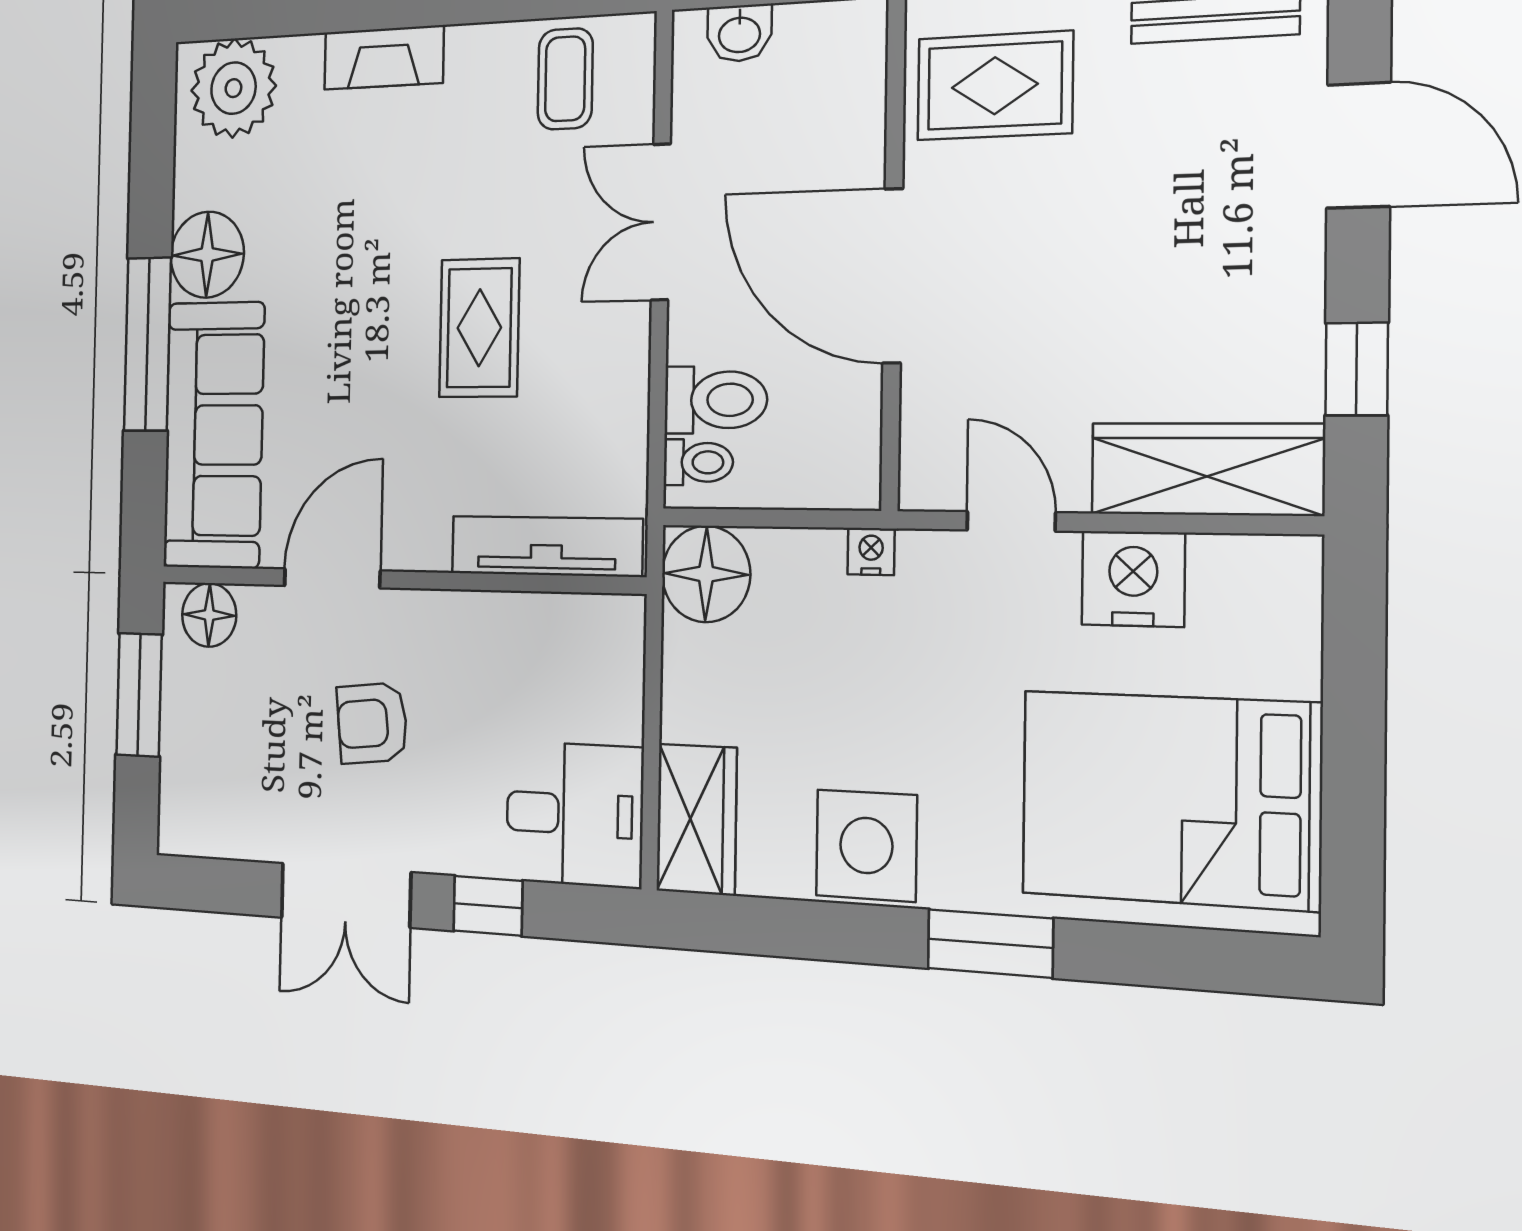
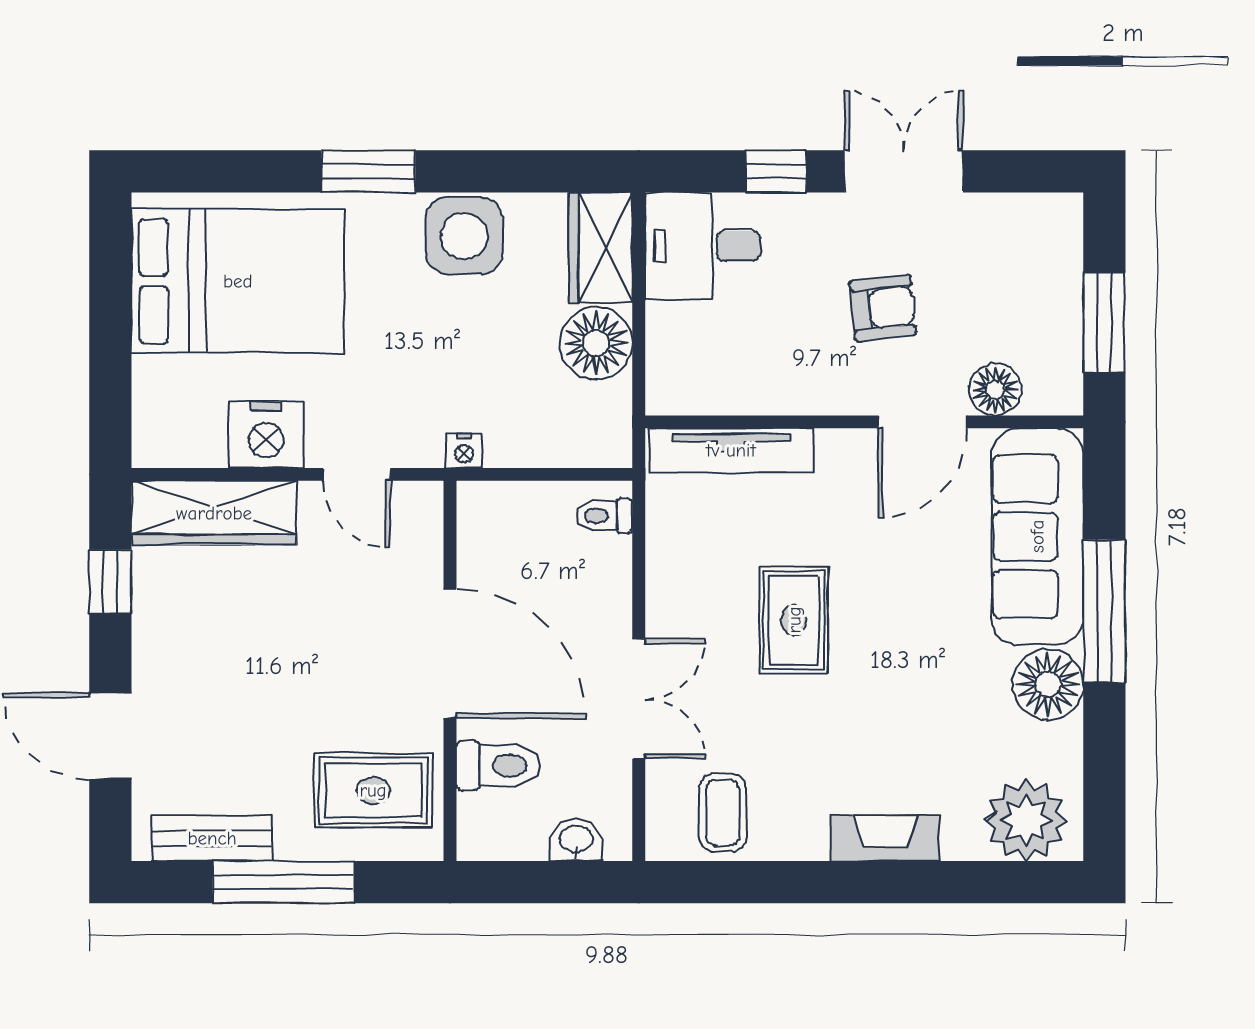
toilet: (716, 400) -> (498, 766), moved, turned 180
floor lamp: (706, 574) -> (596, 343), moved
floor lamp: (209, 615) -> (995, 390), moved

